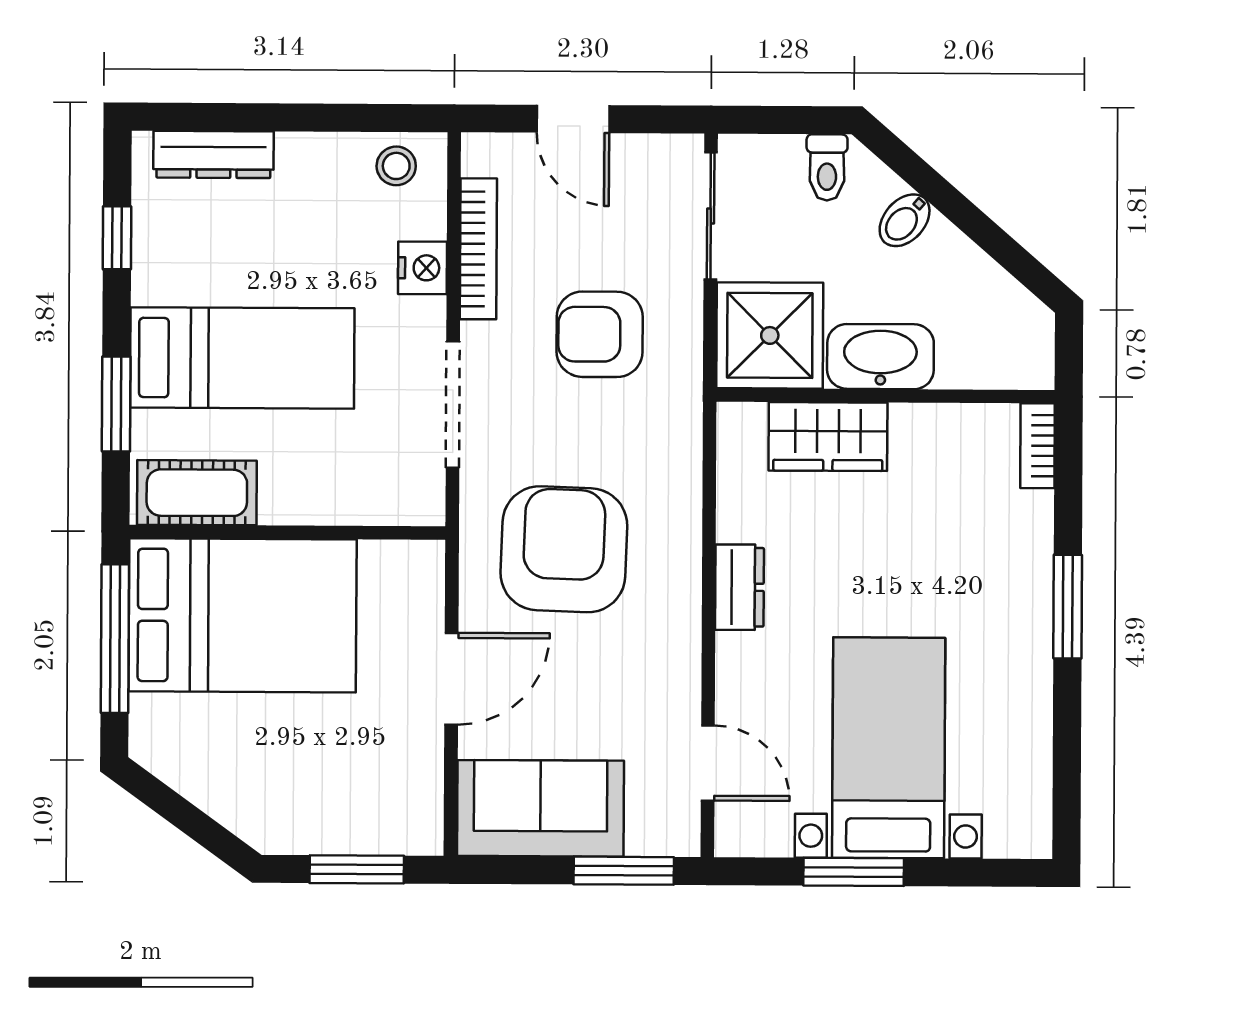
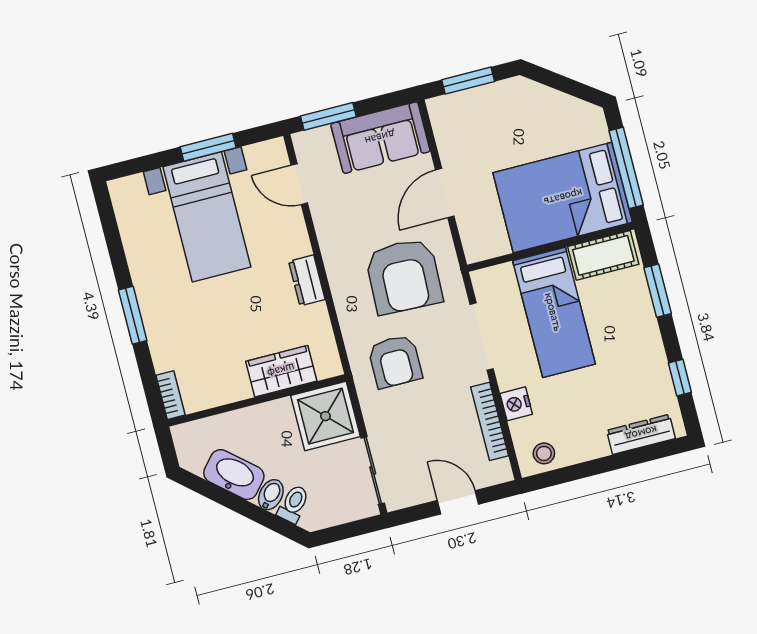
toilet: (827, 167) -> (293, 504), moved, turned 41
armchair: (600, 334) -> (395, 361), moved, turned 90
washbasin: (880, 357) -> (234, 475), moved, turned -139
bed: (242, 358) -> (554, 312), moved, turned -90

